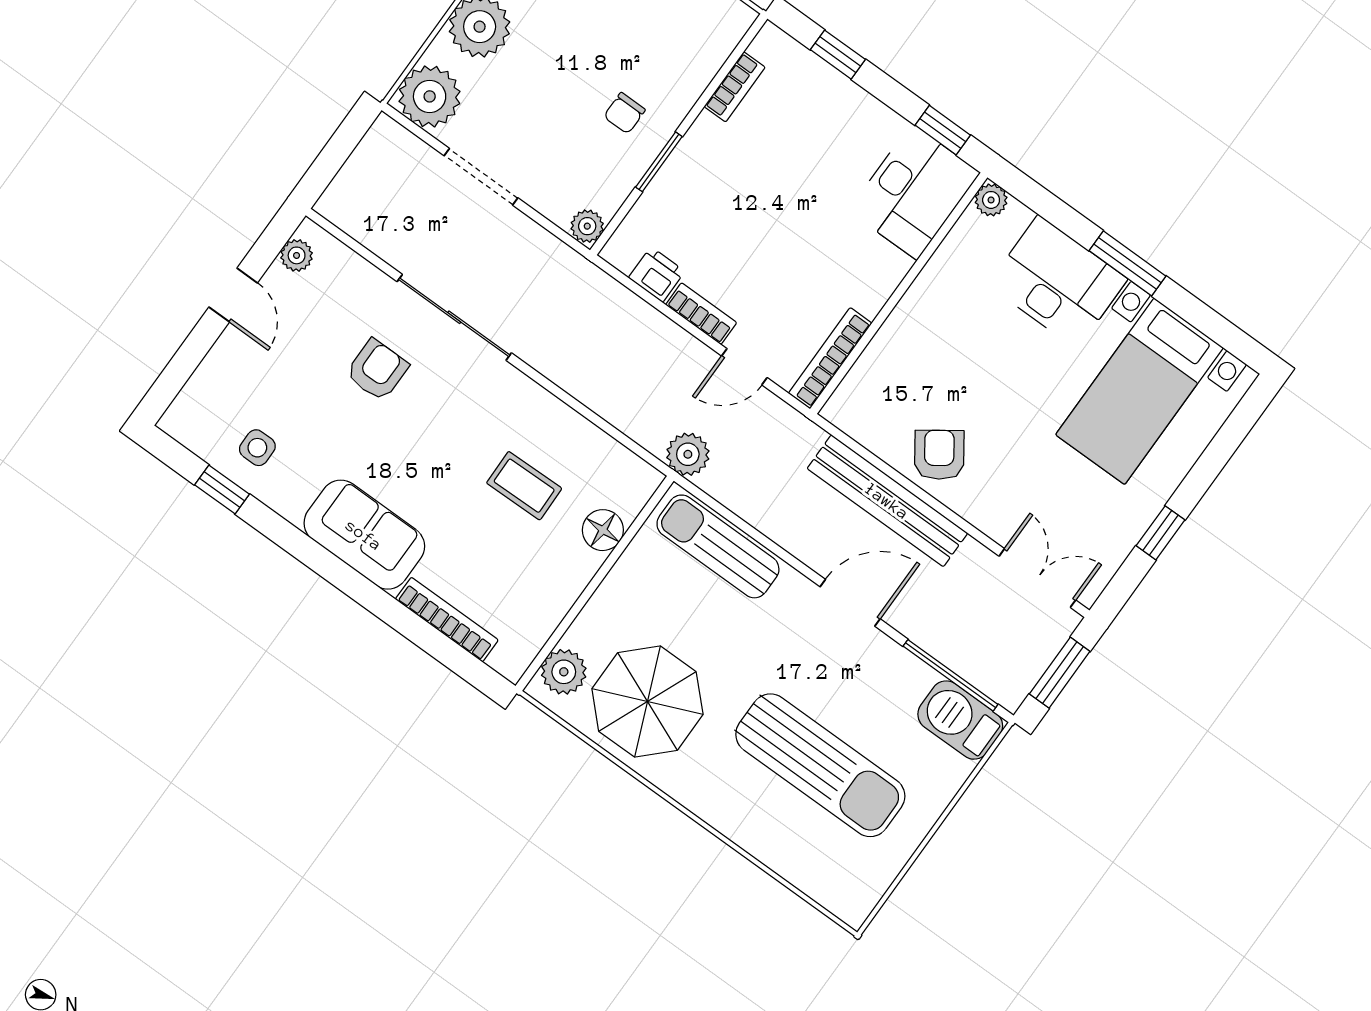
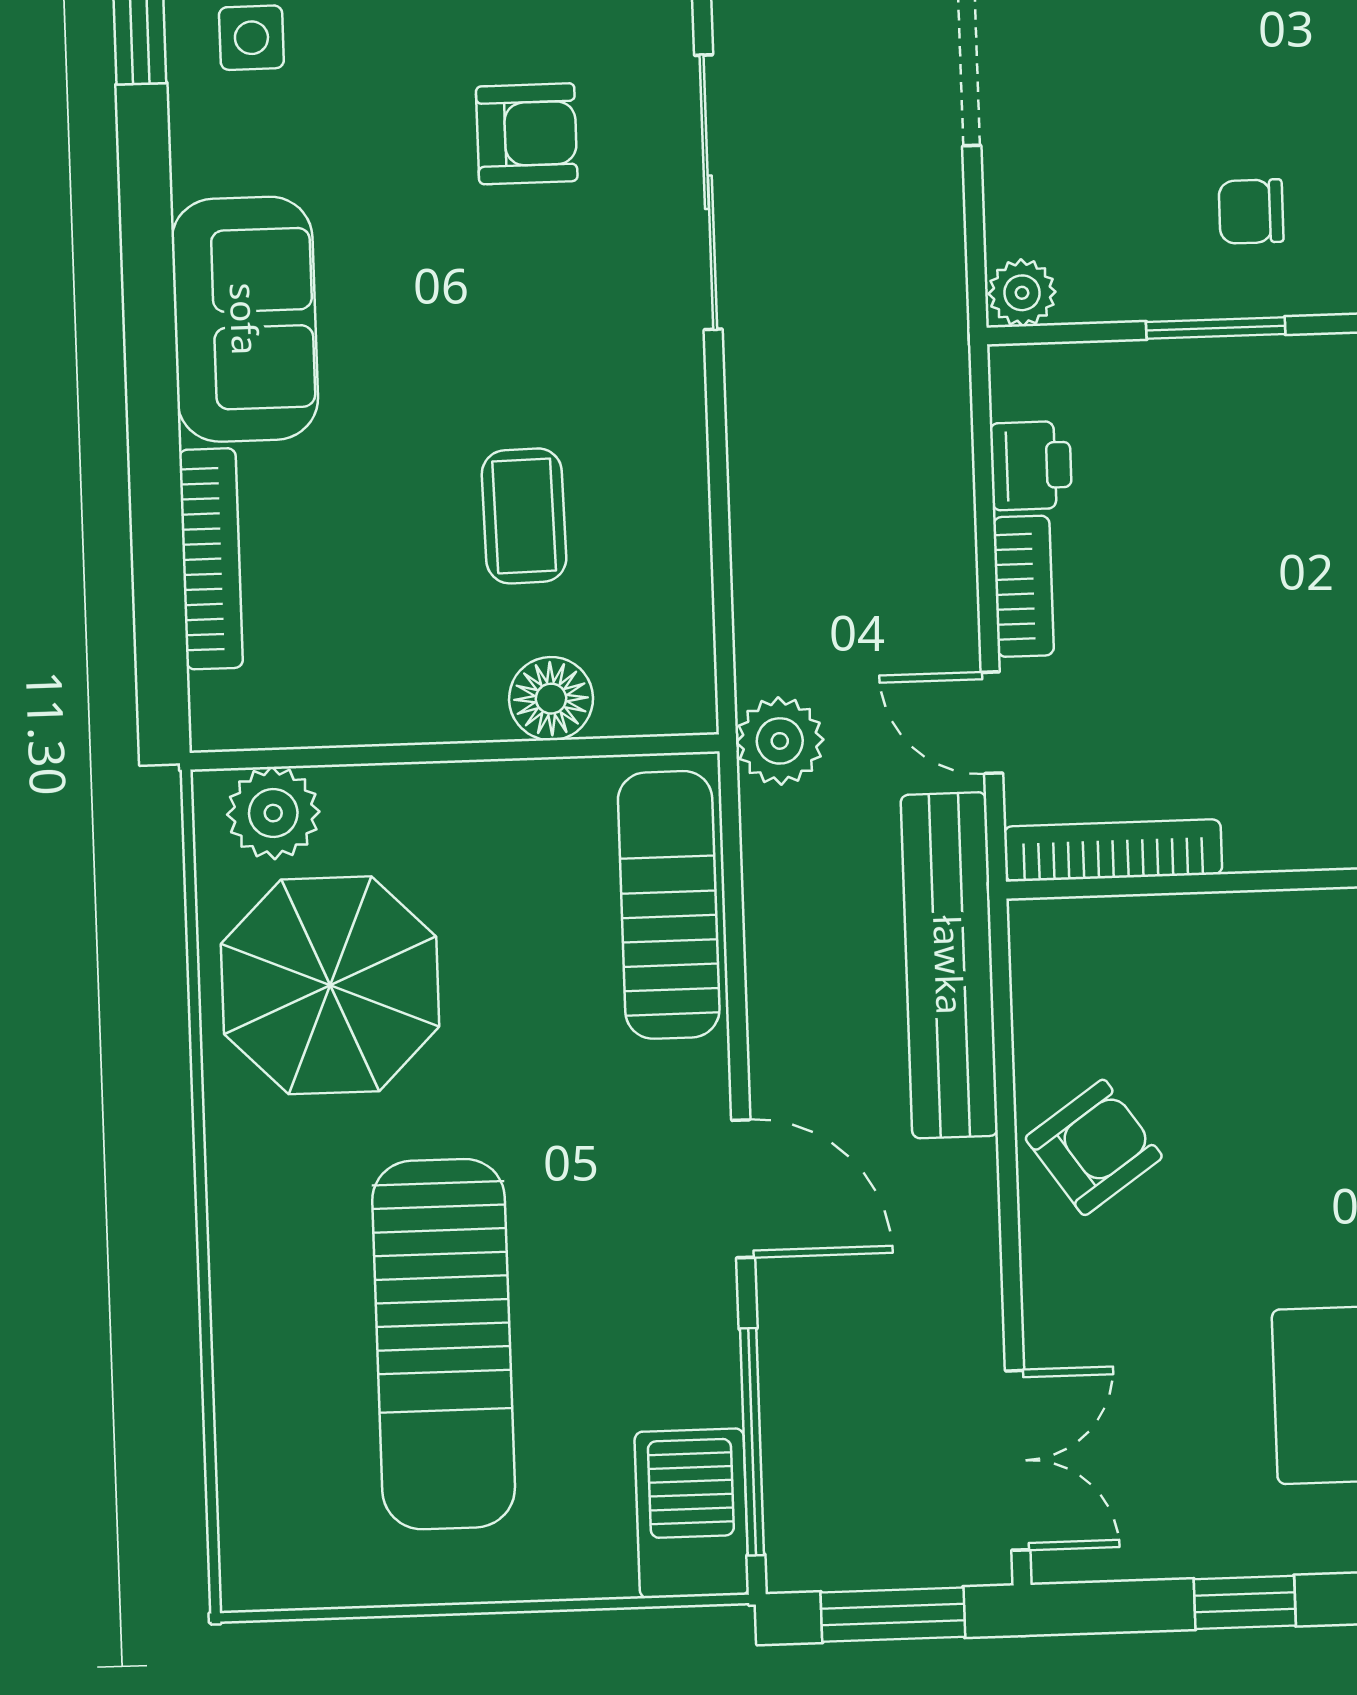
bench: (887, 501) -> (949, 965), moved

